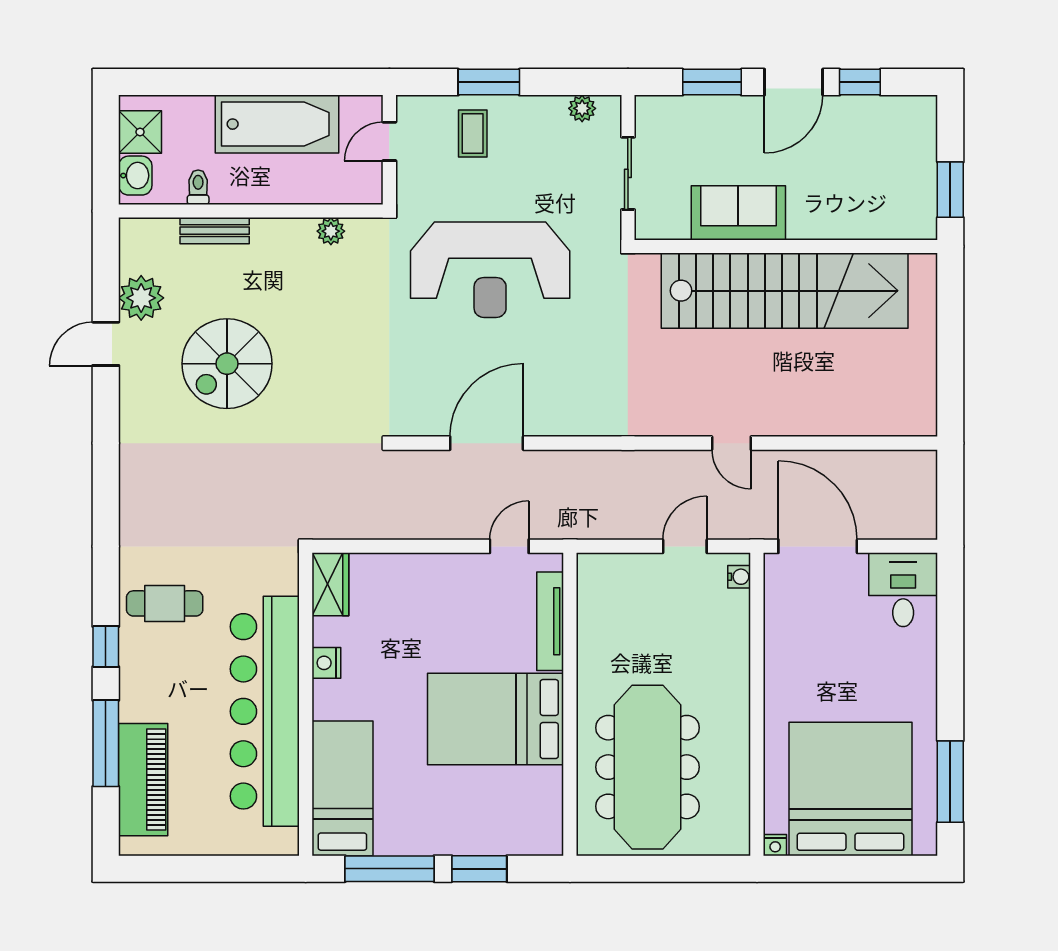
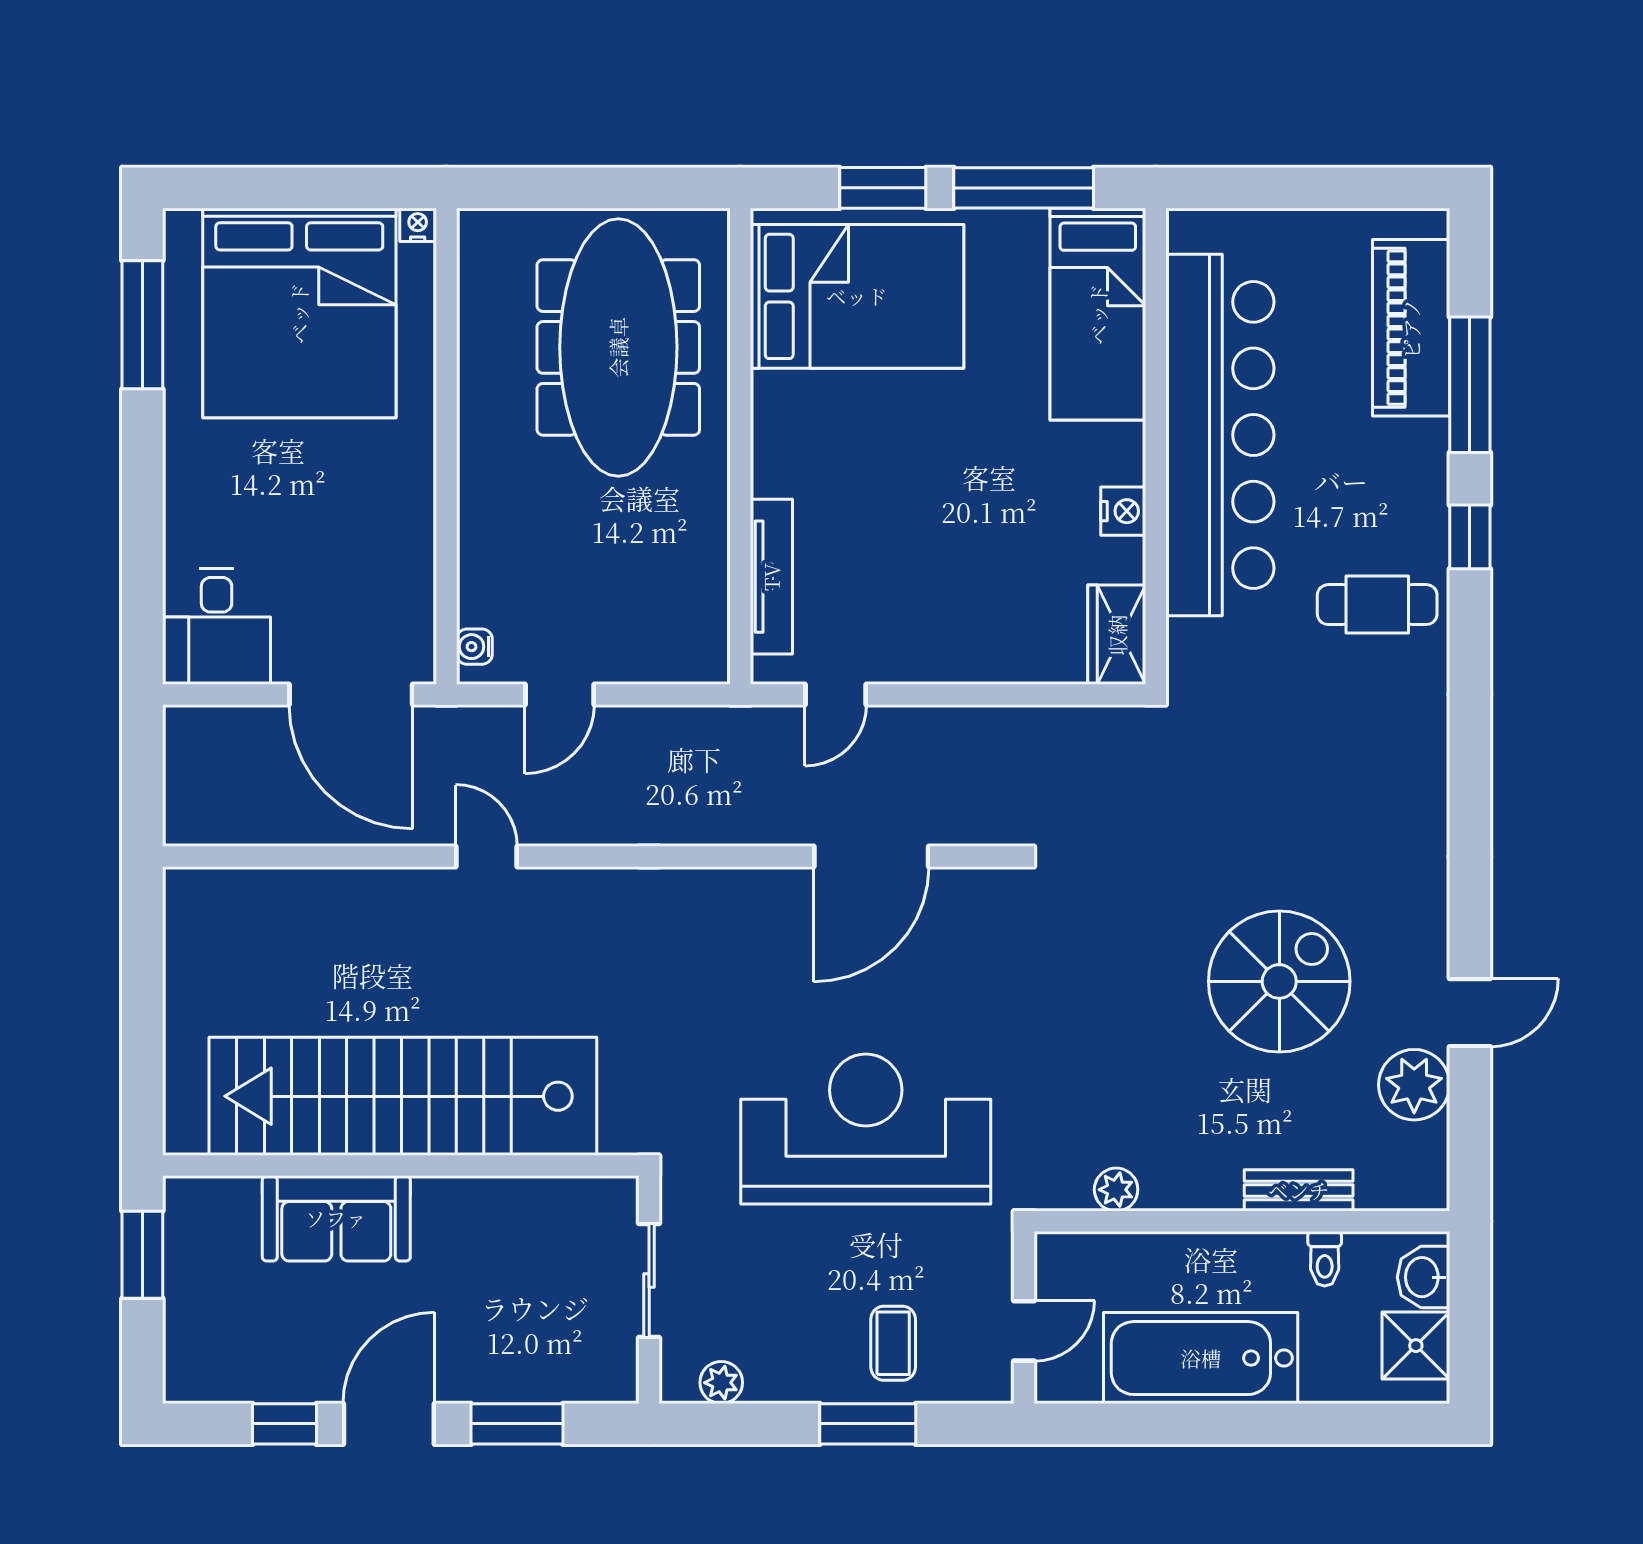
sofa: (738, 213) -> (336, 1218), moved
bed: (496, 719) -> (857, 296), moved

